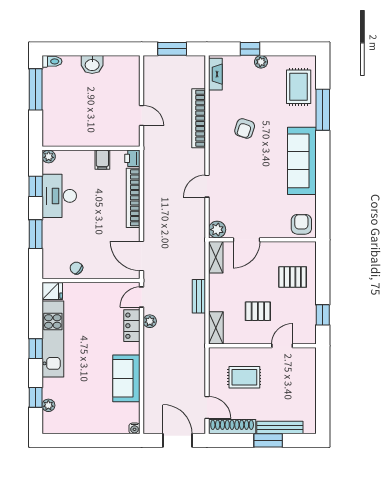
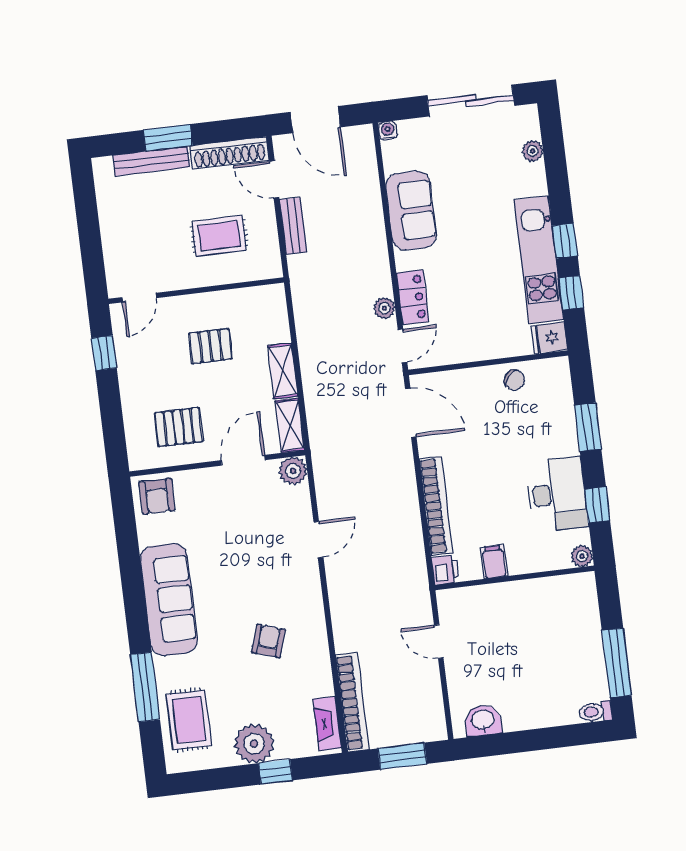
plant: (261, 62) -> (254, 744), width x1.88, depth x1.88
washbasin: (92, 64) -> (483, 720), moved
bookcase: (199, 118) -> (352, 702), moved
pallet: (293, 277) -> (179, 427), moved
bench: (199, 296) -> (293, 226), moved
shelving: (216, 328) -> (283, 371), moved
door: (282, 346) -> (139, 298), moved
window: (36, 397) -> (571, 293), moved
sliding door: (82, 440) -> (471, 101), added

